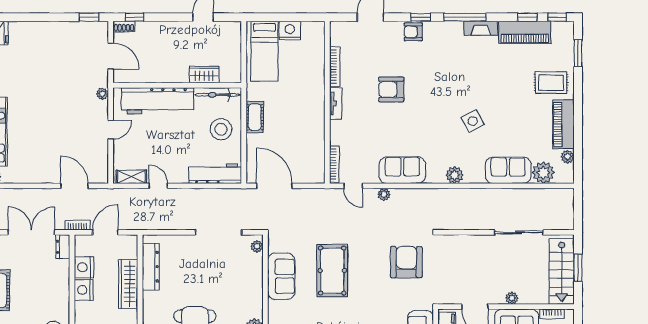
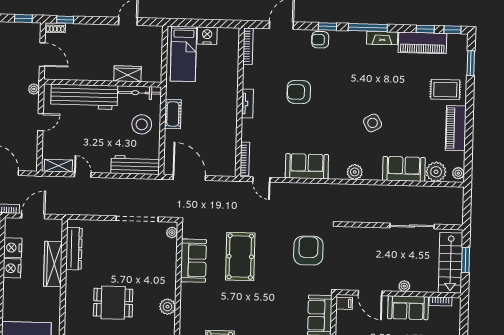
bookcase: (335, 66) -> (248, 46), moved
plant: (568, 157) -> (458, 173), moved
plant: (384, 194) -> (289, 188), removed

